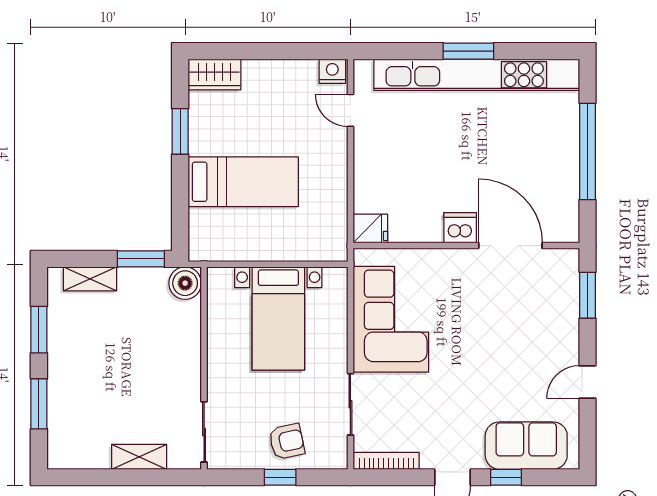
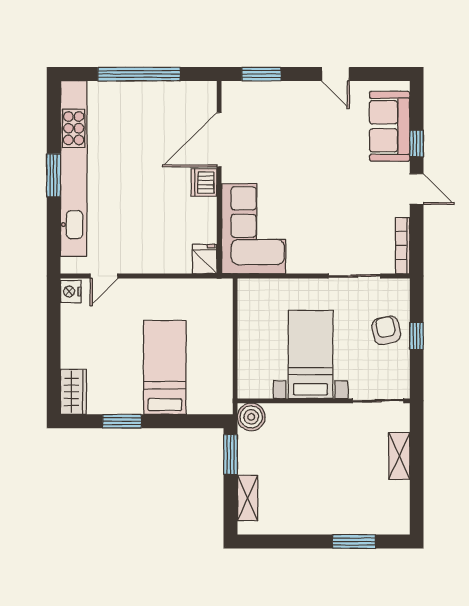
bed with nightstands: (278, 319) -> (311, 354), moved, turned -90
corner sofa: (391, 319) -> (254, 229), moved, turned 90
window: (39, 330) -> (291, 541), removed

